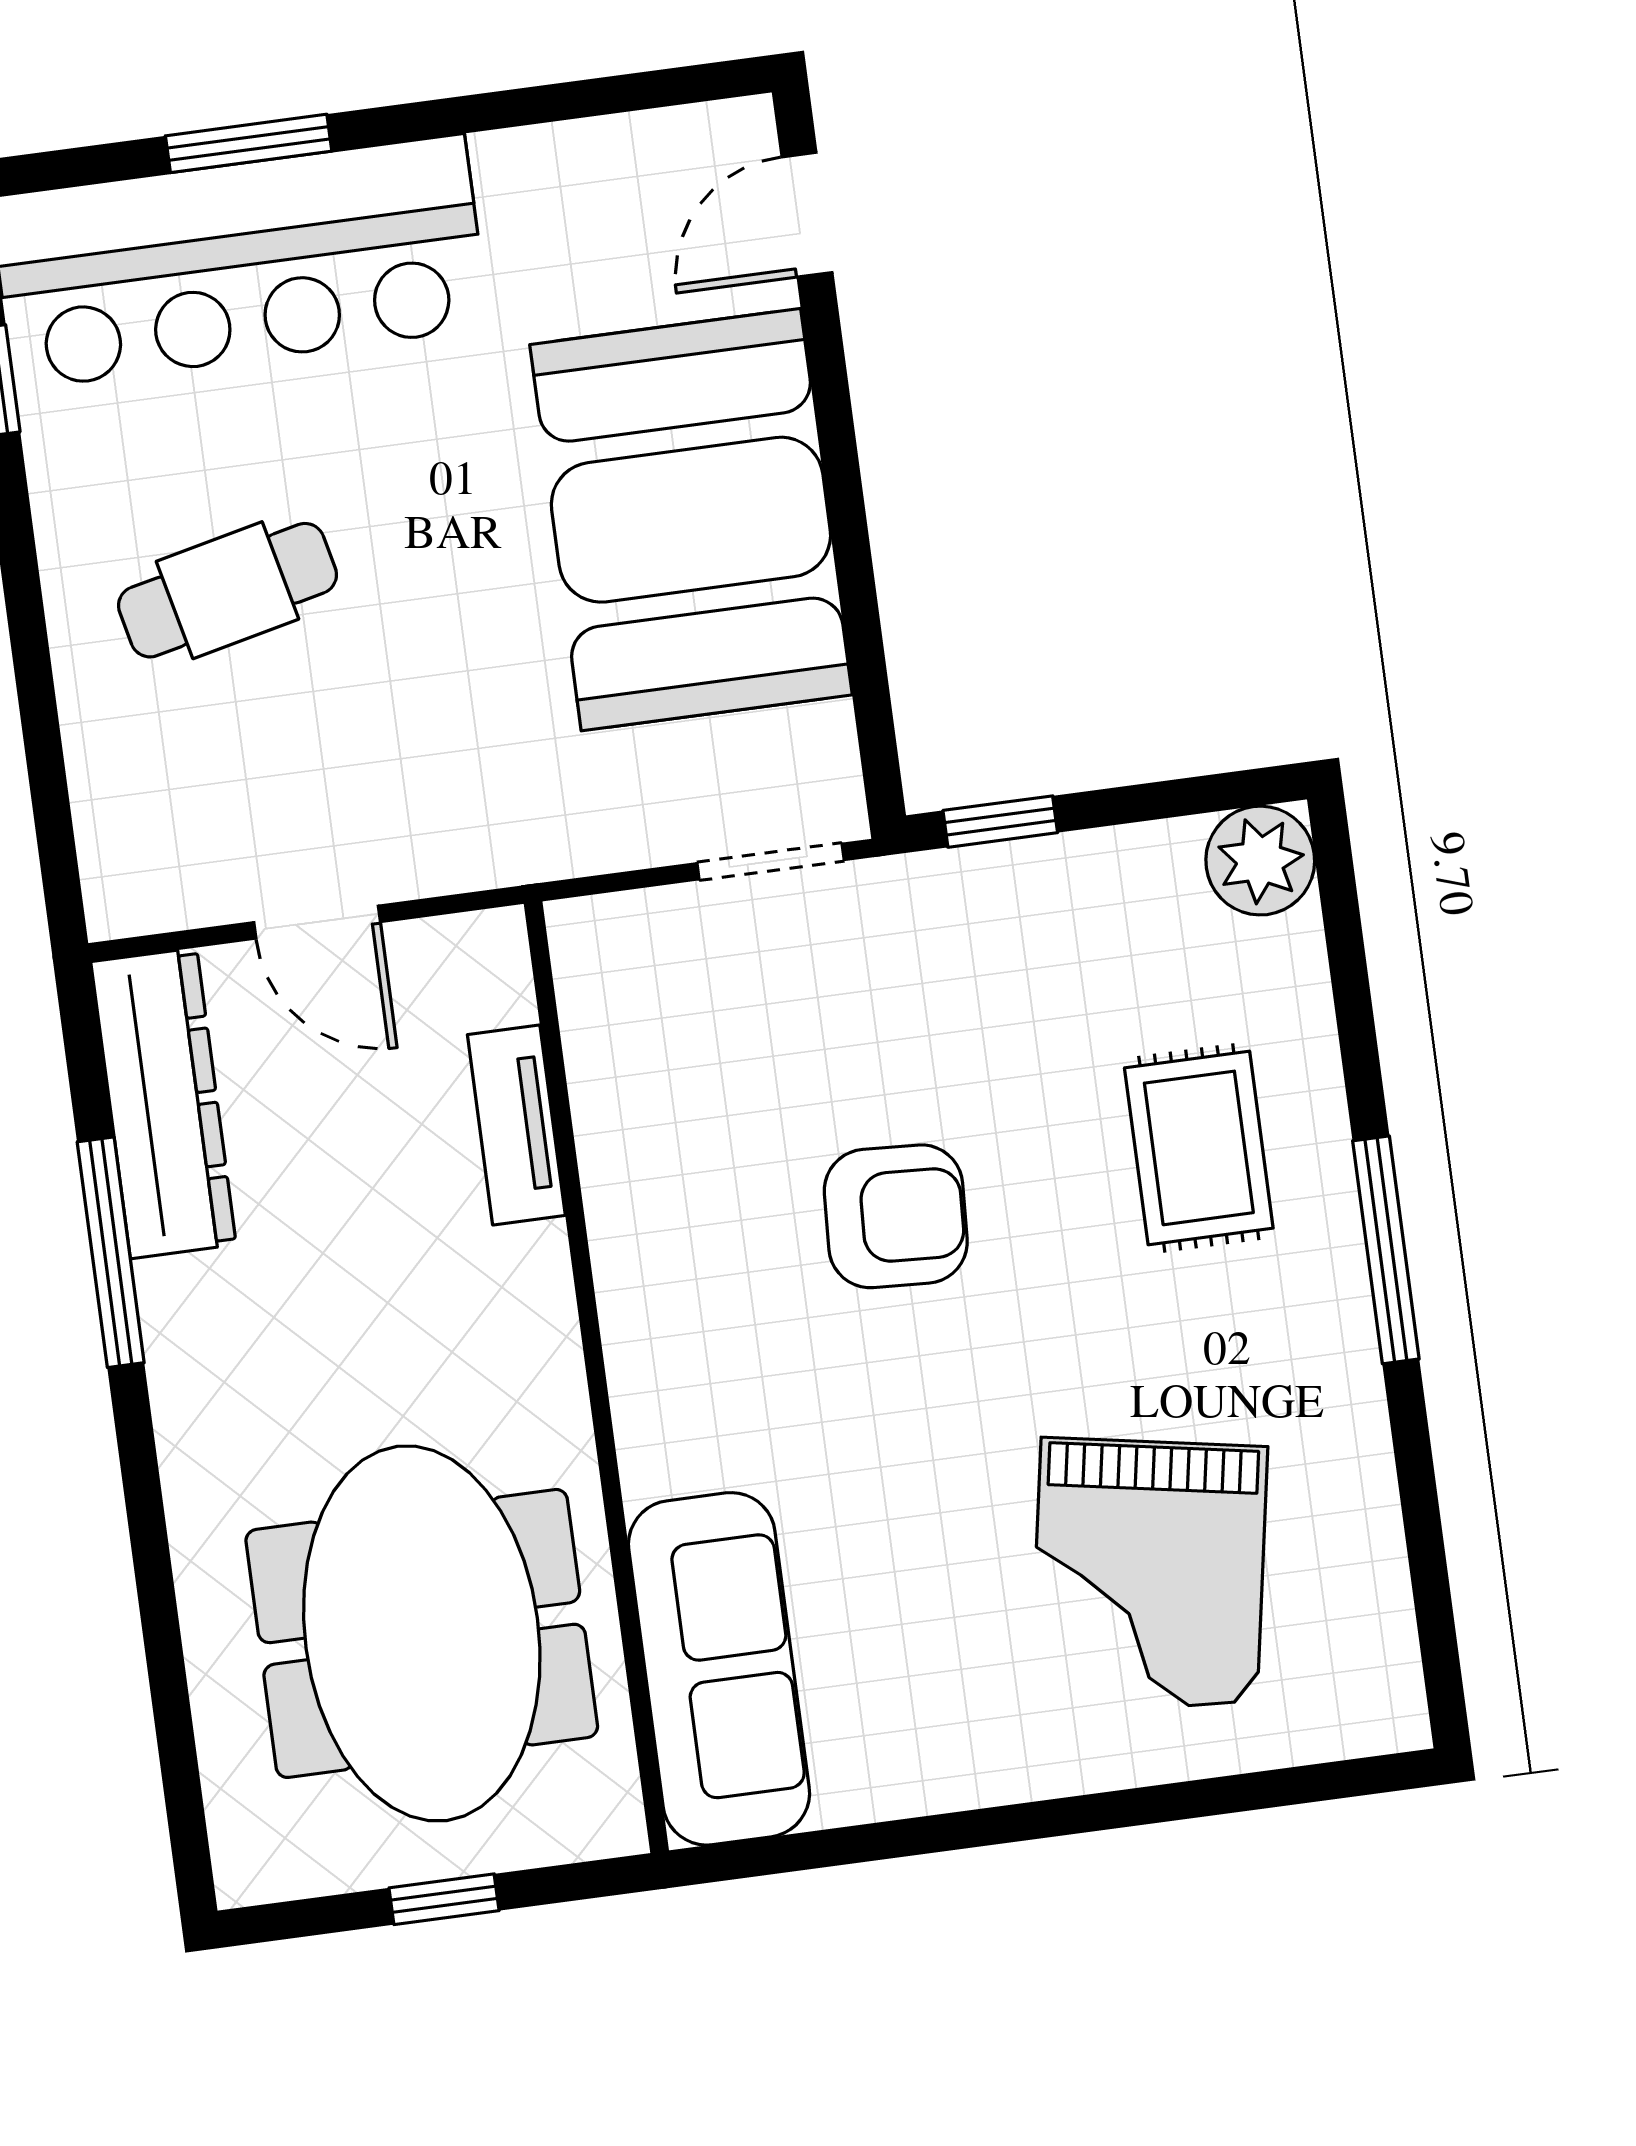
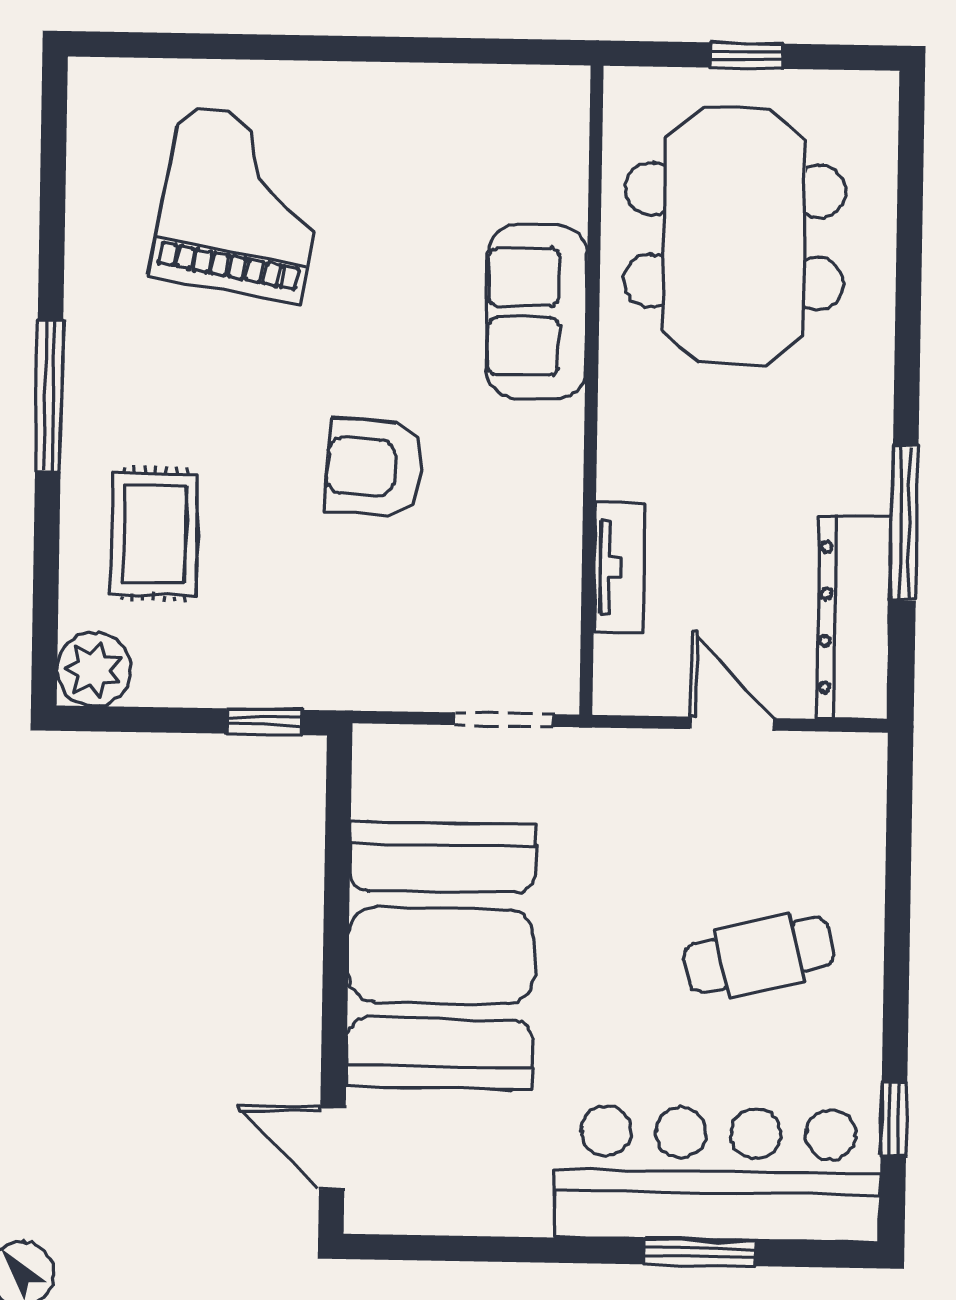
door: (807, 215) -> (332, 1148), swing flipped
doorway: (771, 862) -> (504, 720), moved
rug: (1199, 1148) -> (155, 534), moved
sofa: (719, 1669) -> (537, 312), moved, width x0.73

